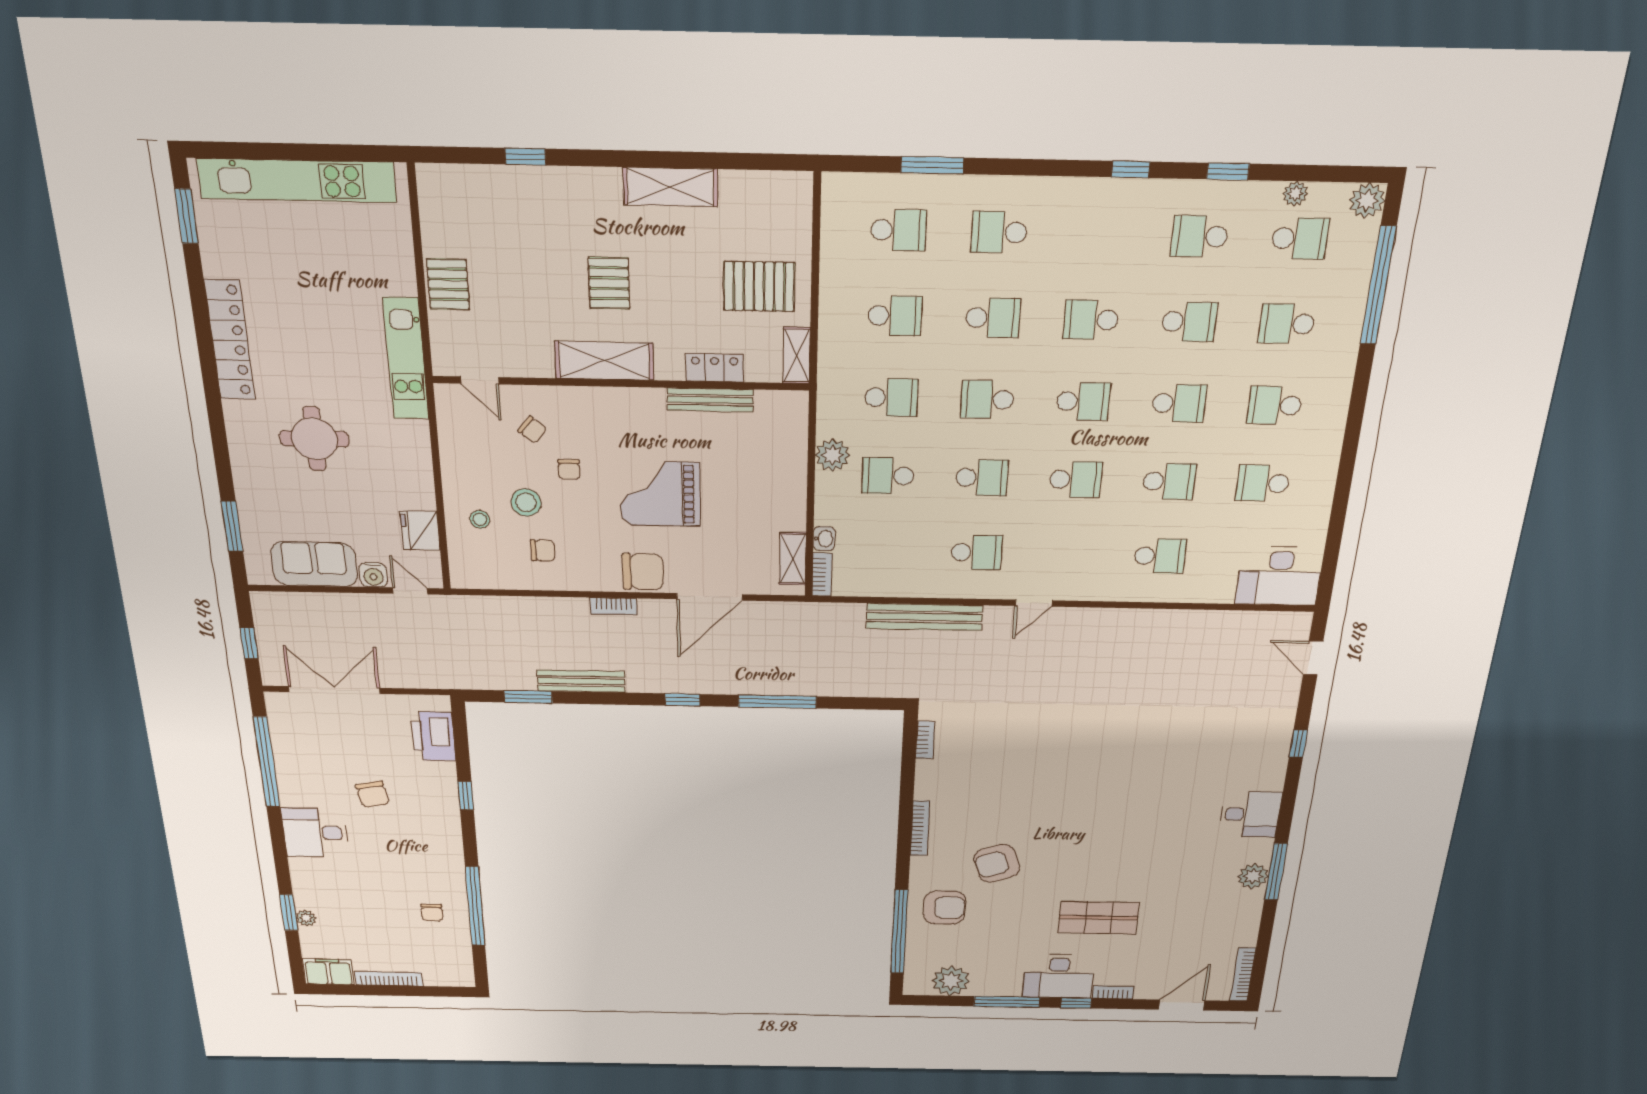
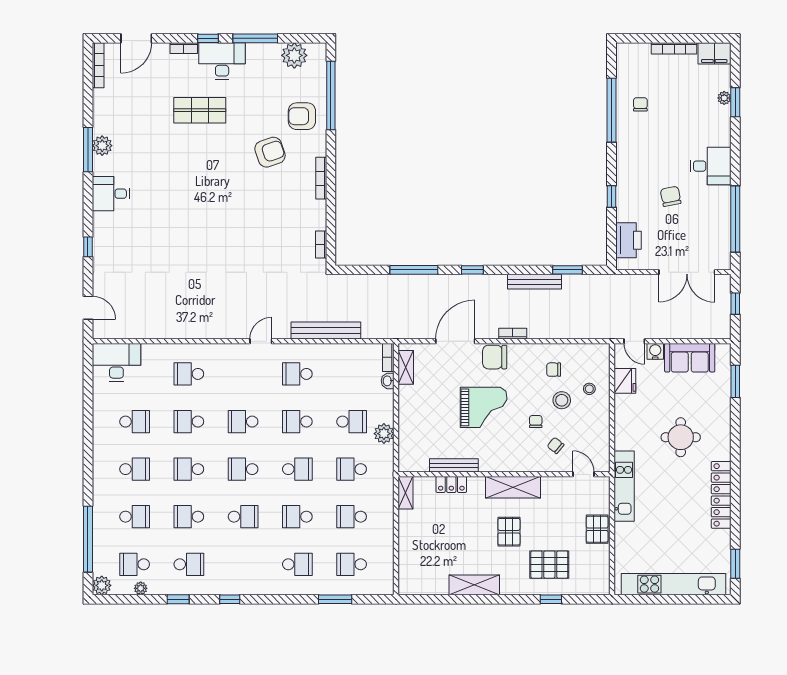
pallet: (759, 287) -> (549, 565), moved

